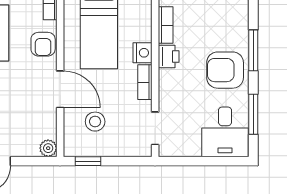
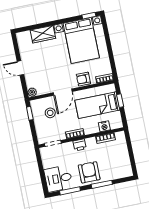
nightstand: (142, 53) -> (104, 126), moved
printer: (169, 57) -> (80, 145), moved

